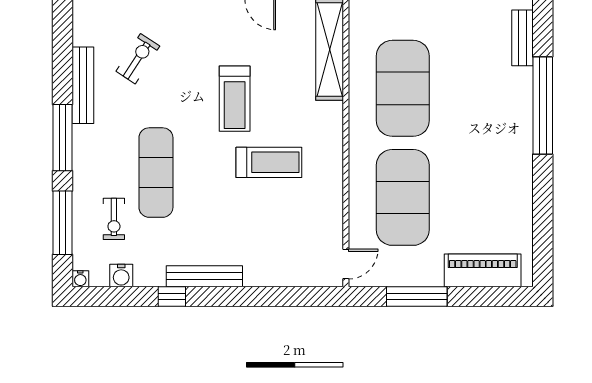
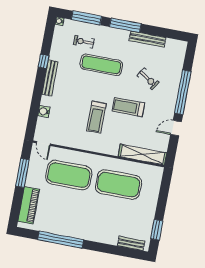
exercise bike: (138, 59) -> (148, 79), moved
window: (543, 105) -> (61, 240), moved
water cooler: (121, 276) -> (44, 111), moved

